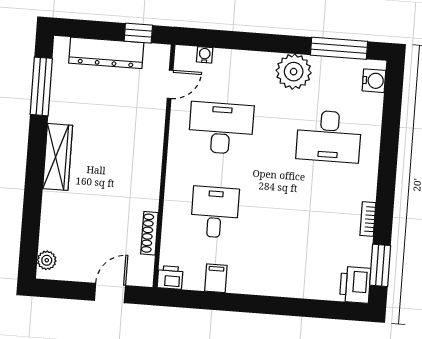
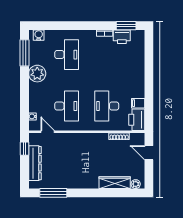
desk: (221, 128) -> (67, 106), turned 180
wardrobe: (58, 157) -> (115, 183), moved
desk: (215, 212) -> (107, 106), width x1.37
printer: (170, 277) -> (137, 120), width x1.87, depth x1.48
printer: (355, 285) -> (122, 37), moved

